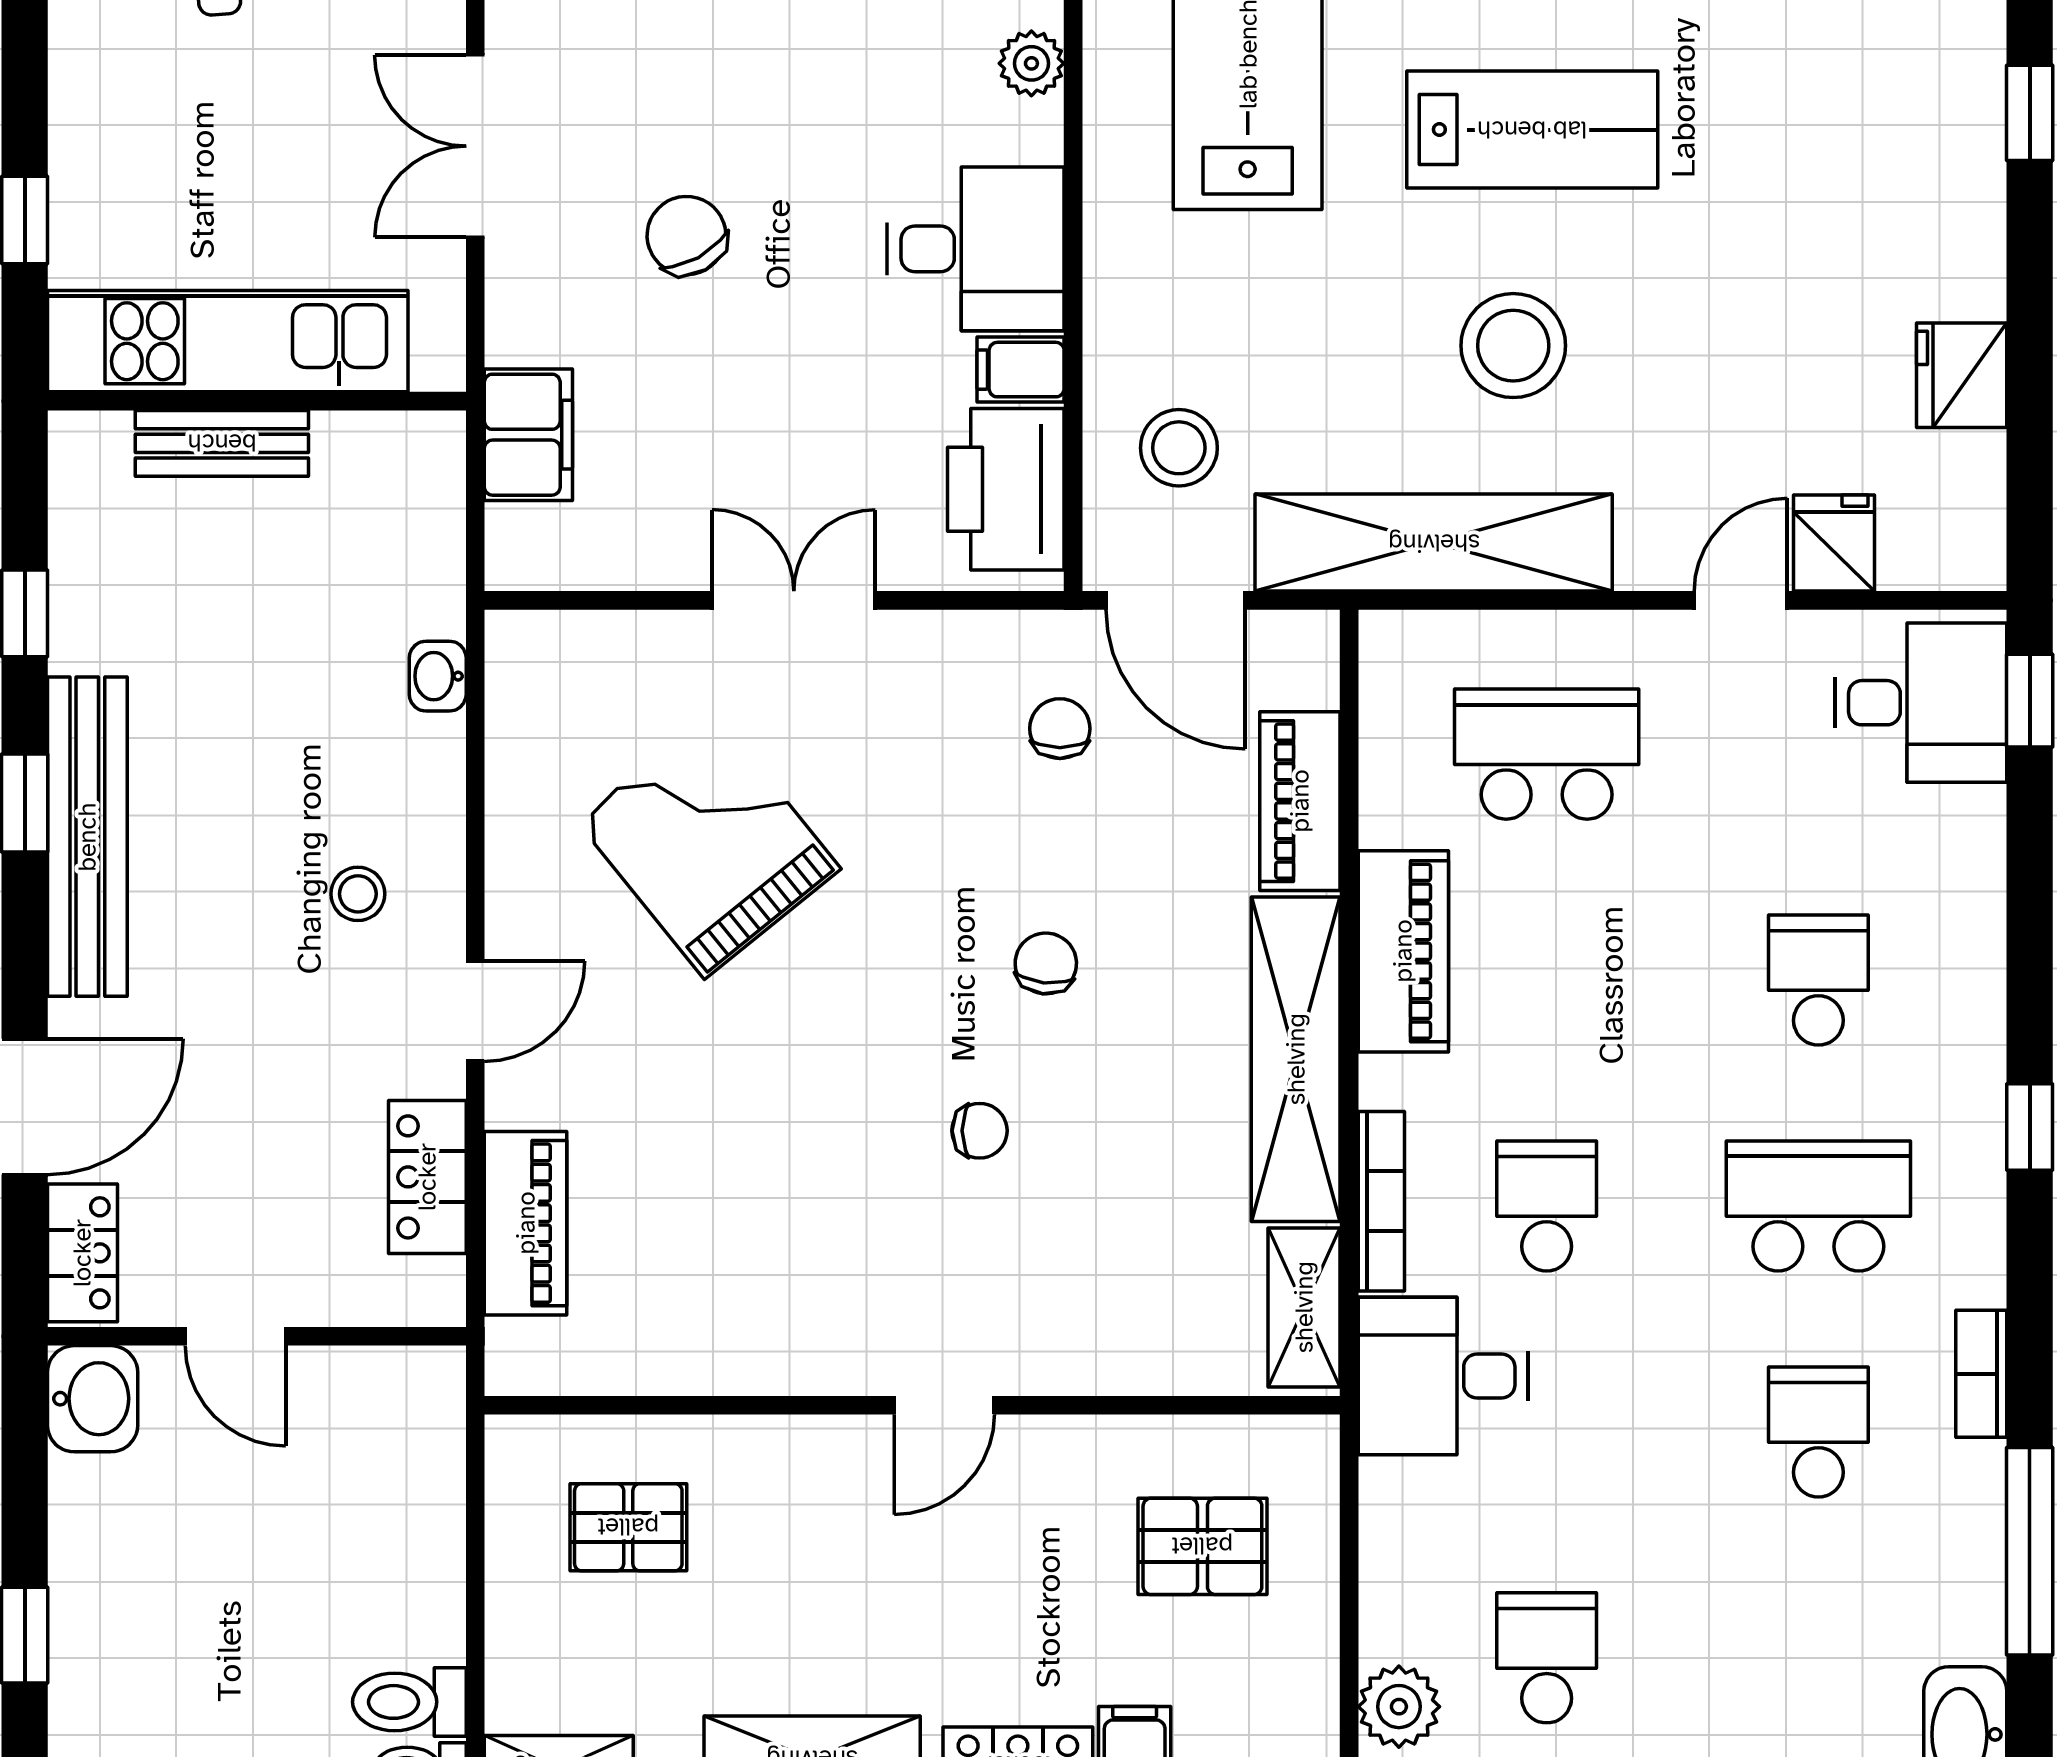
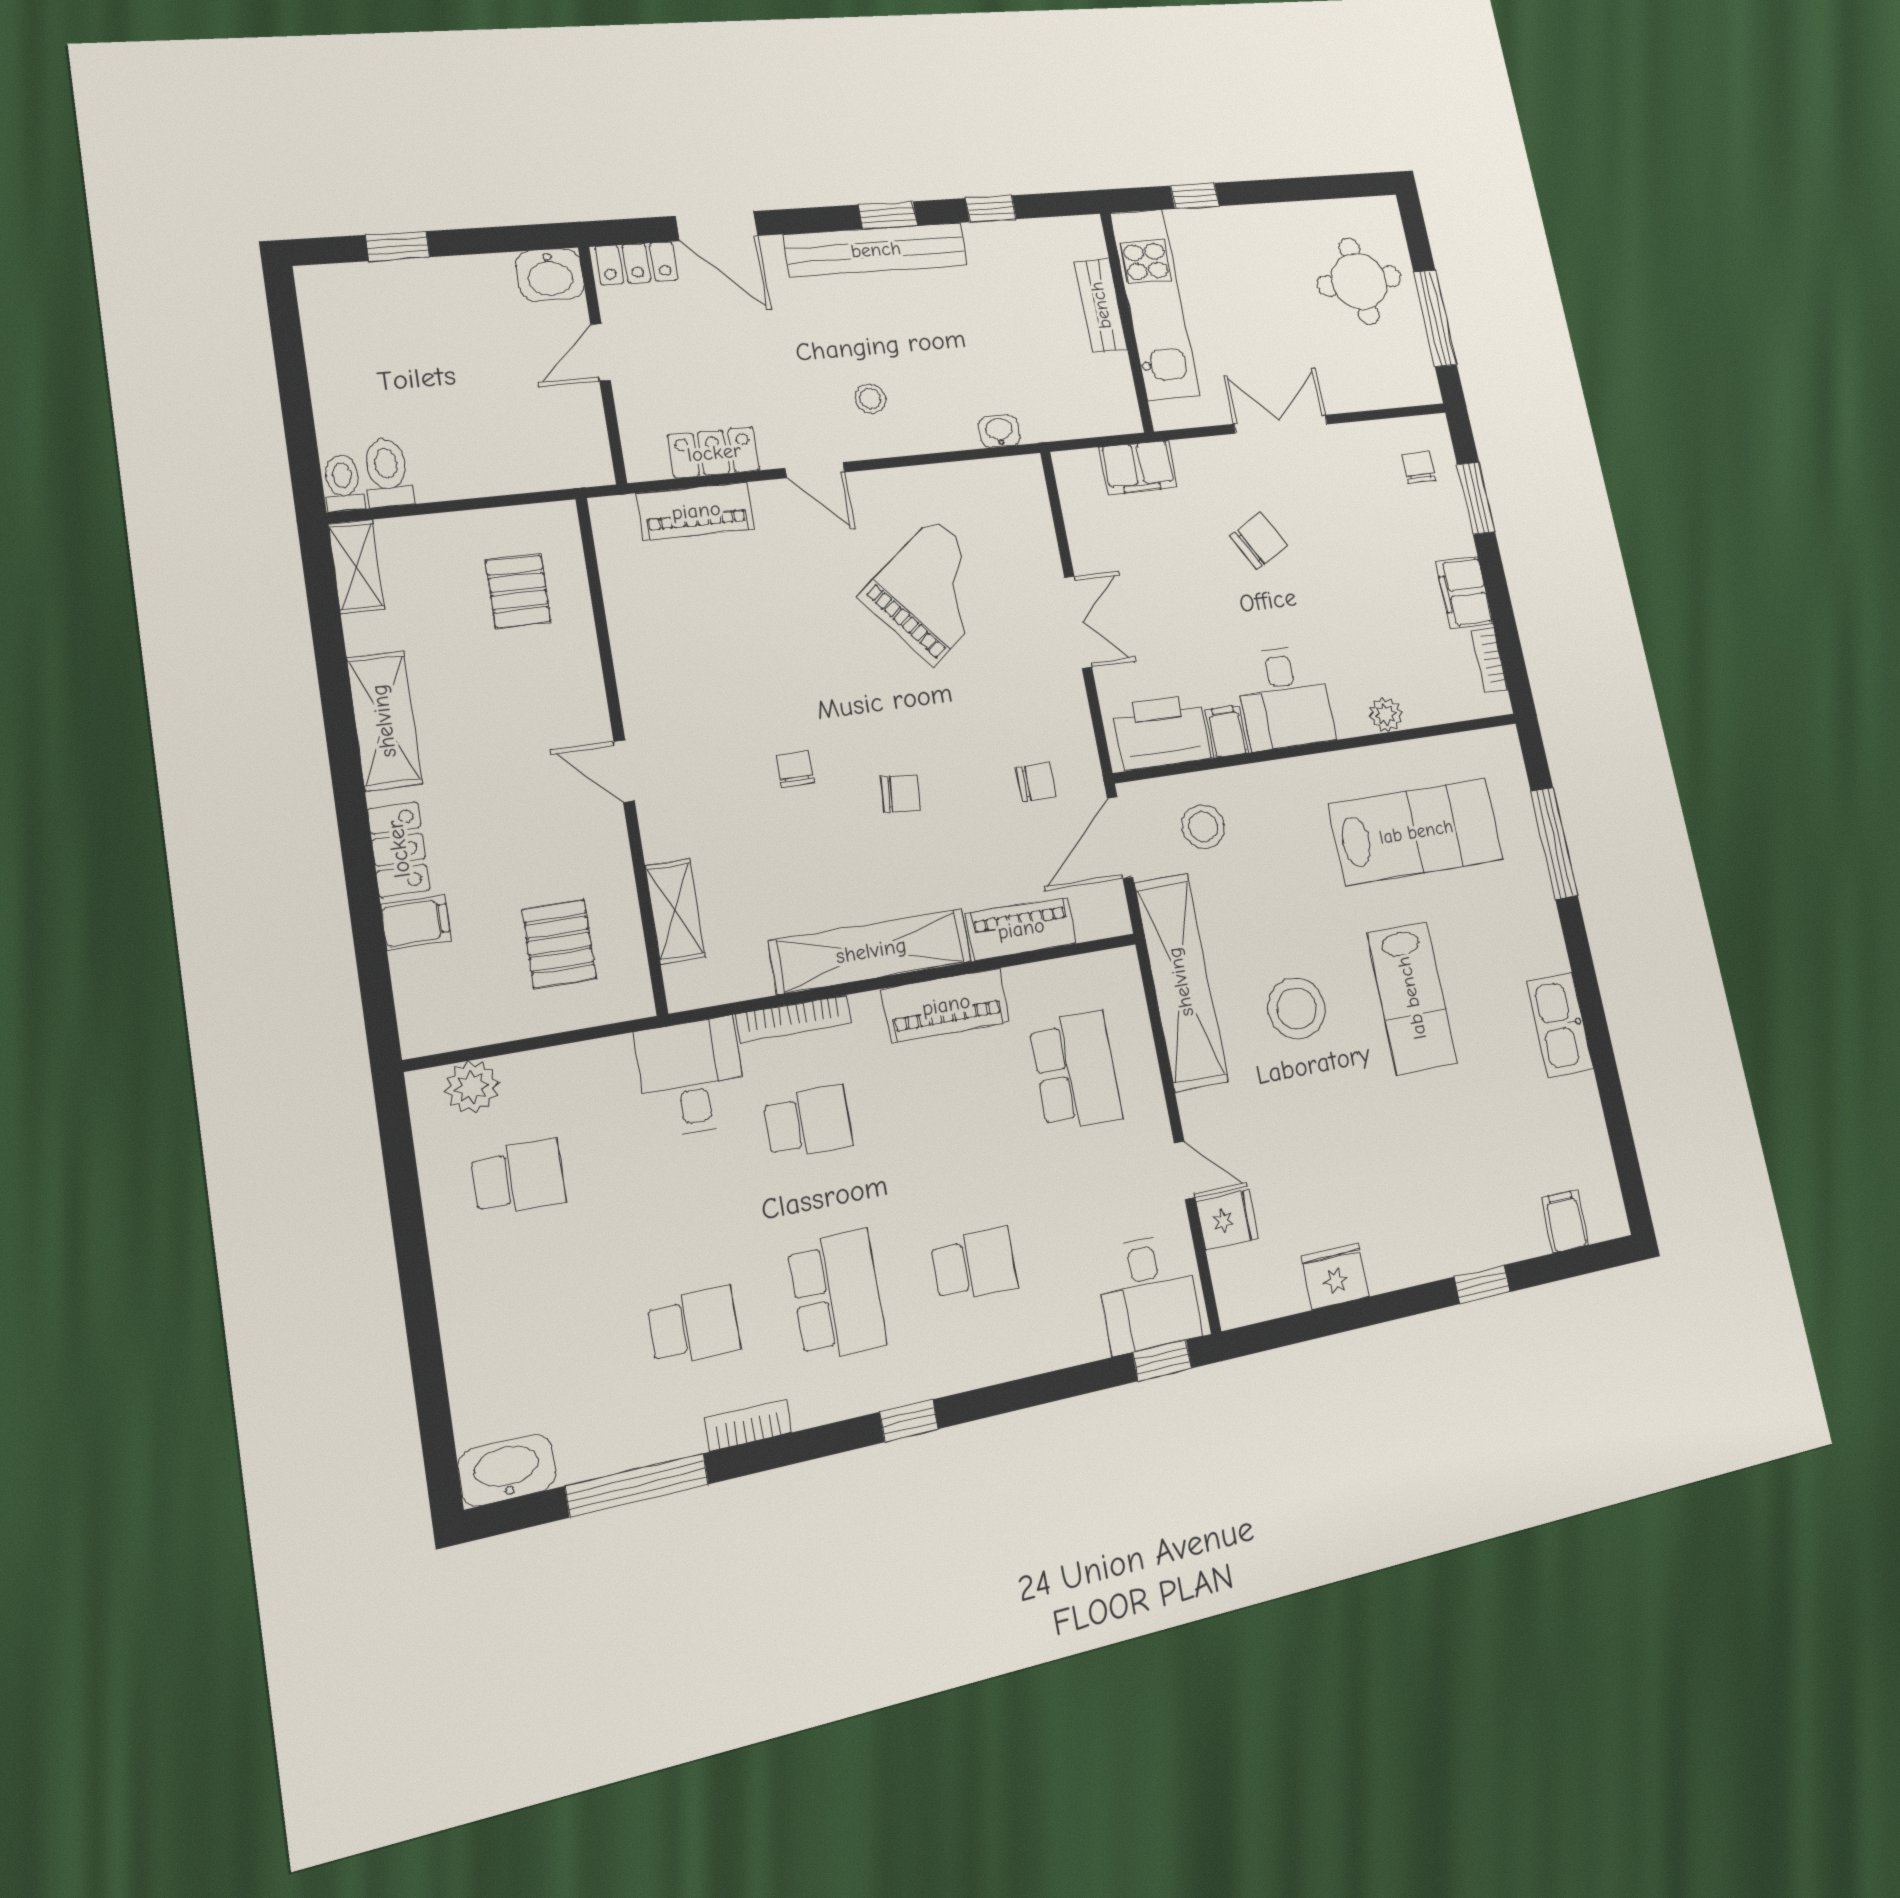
chair: (980, 1131) -> (795, 769), turned 180
shelving: (1304, 1307) -> (675, 911), moved, turned 90

